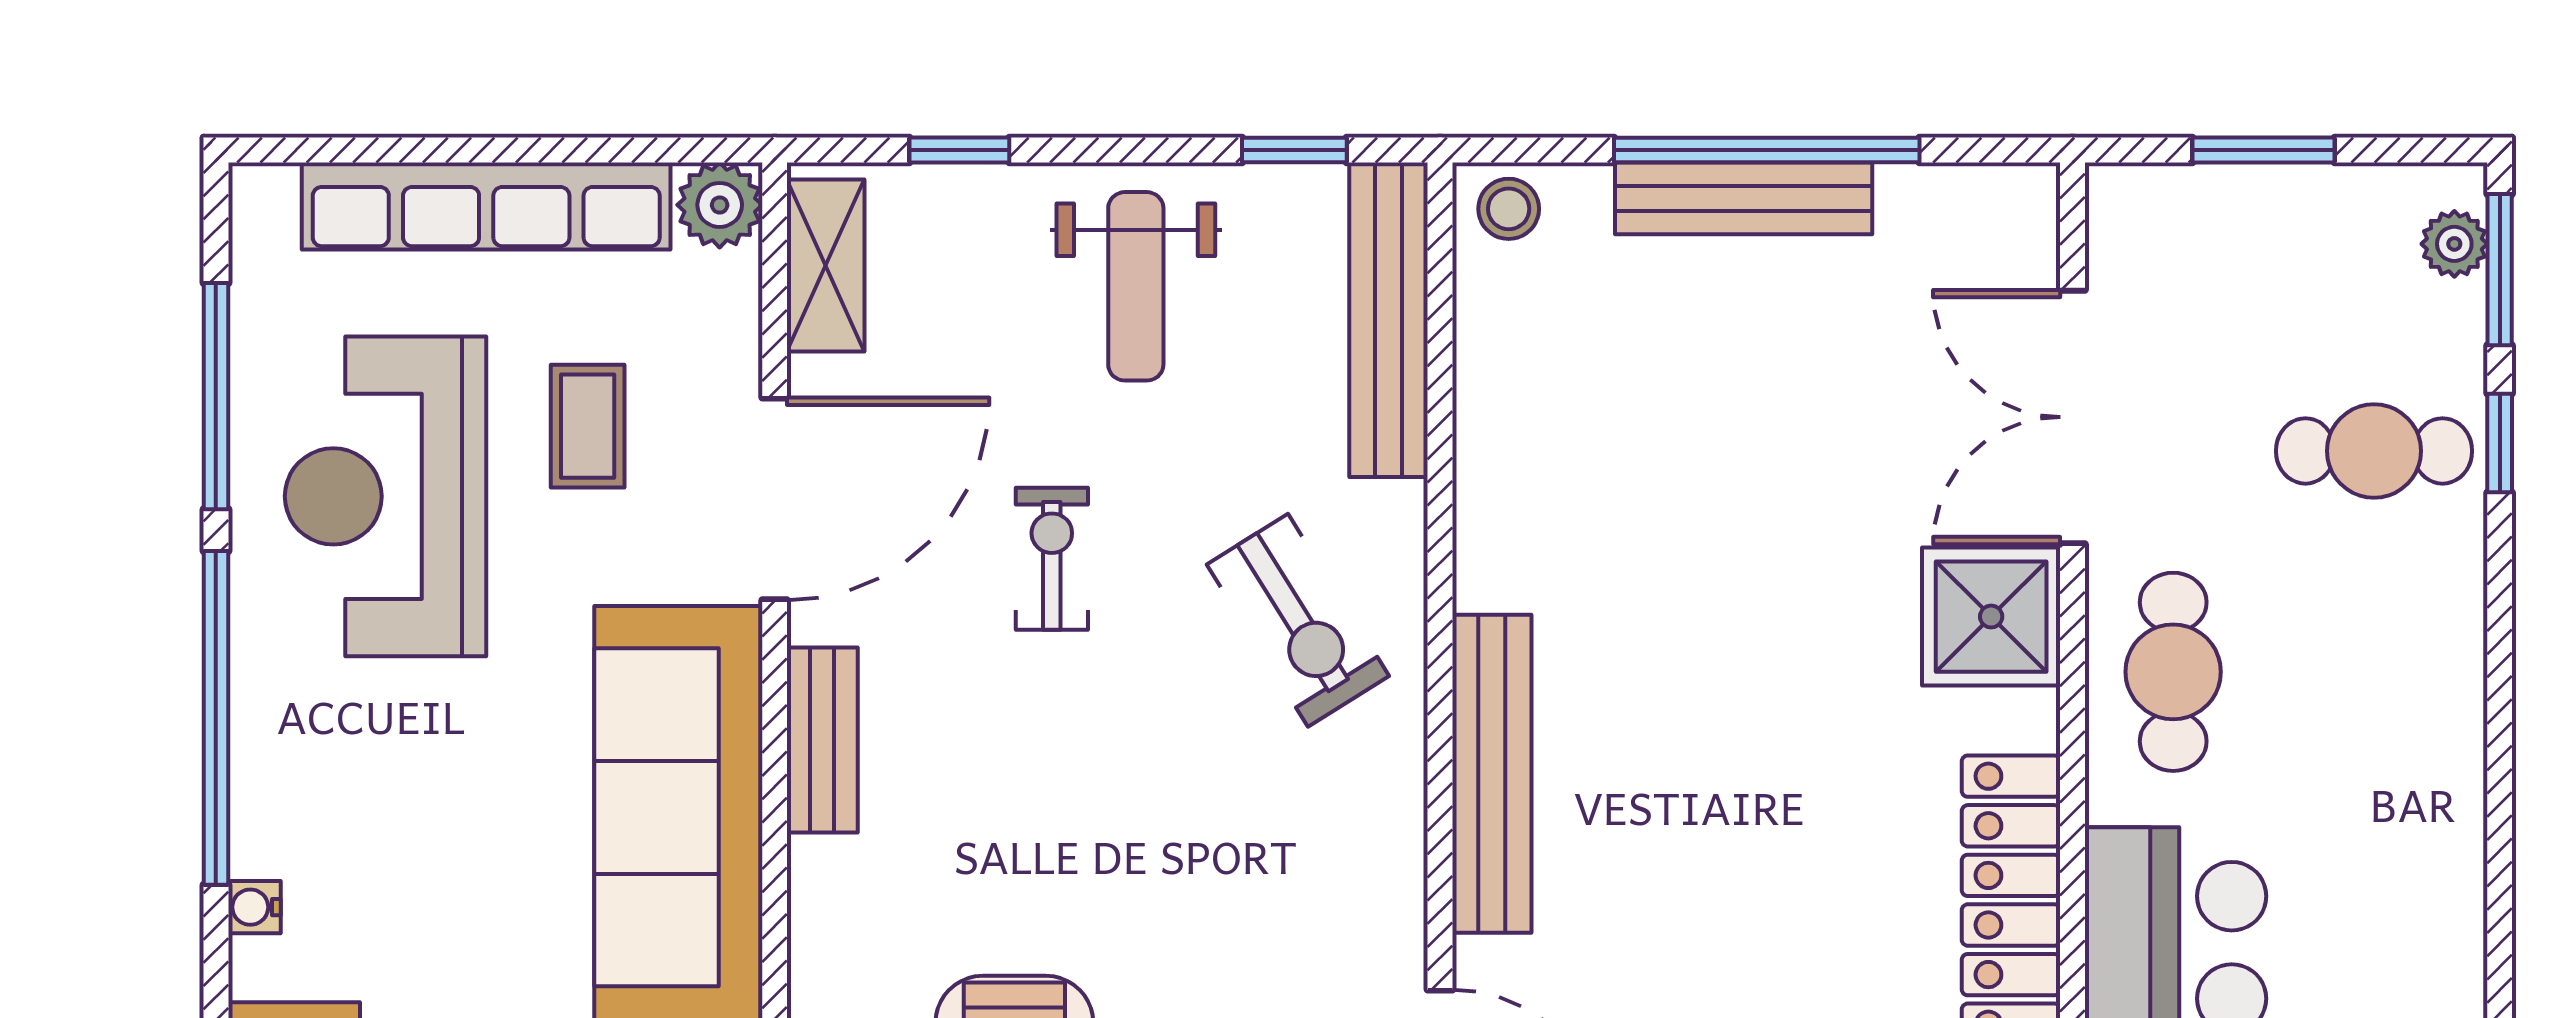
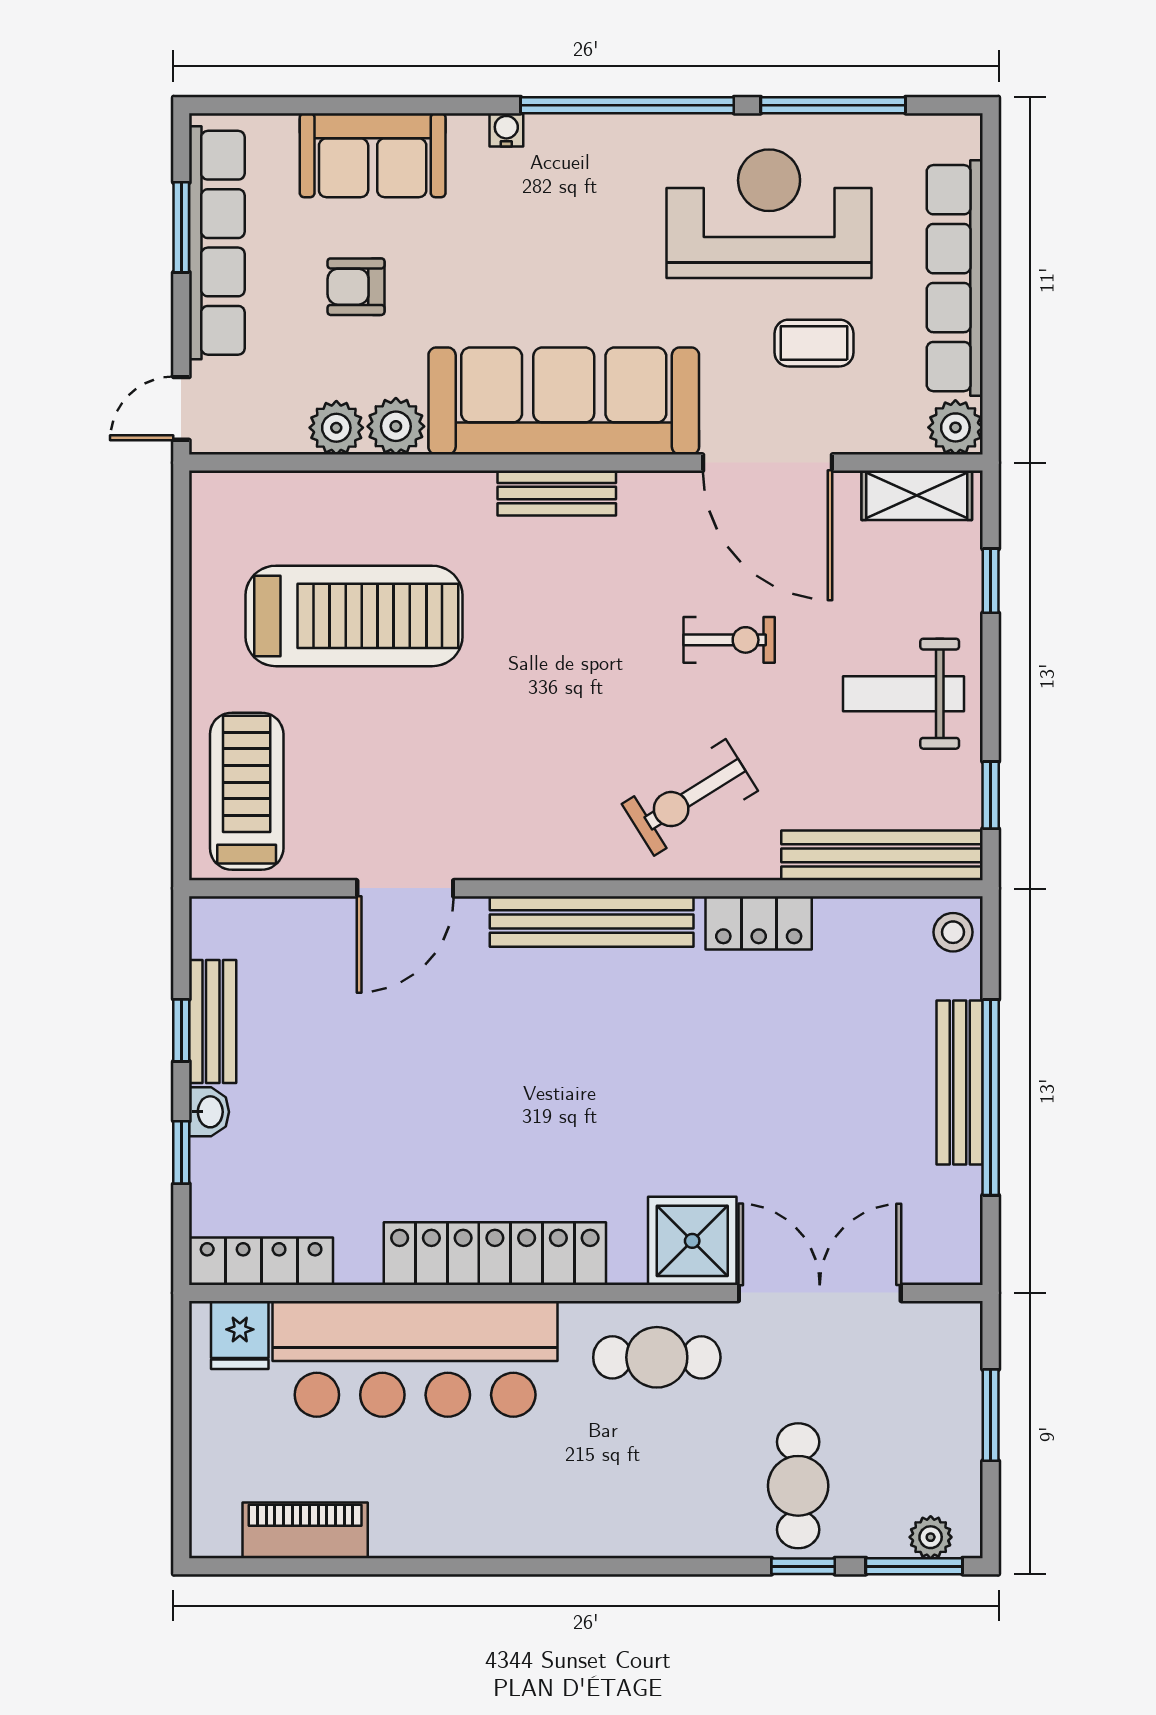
locker: (1494, 513) -> (759, 923), added
bench: (822, 740) -> (557, 493), moved

